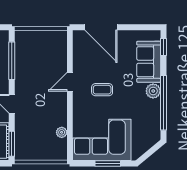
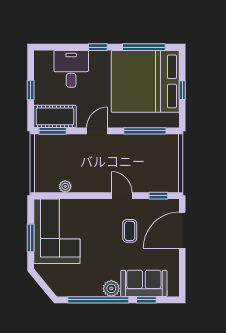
window: (164, 47) -> (146, 300), moved
window: (70, 49) -> (158, 196), added
coffee table: (102, 90) -> (130, 231), moved

